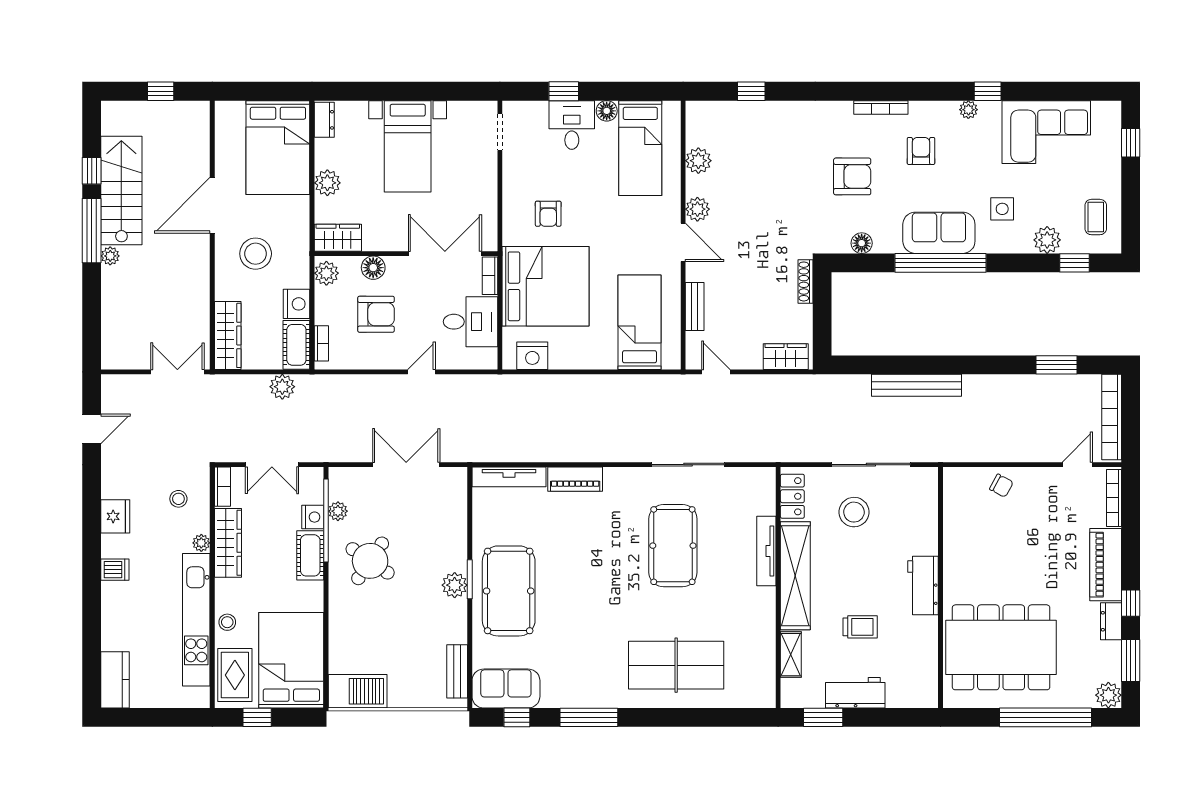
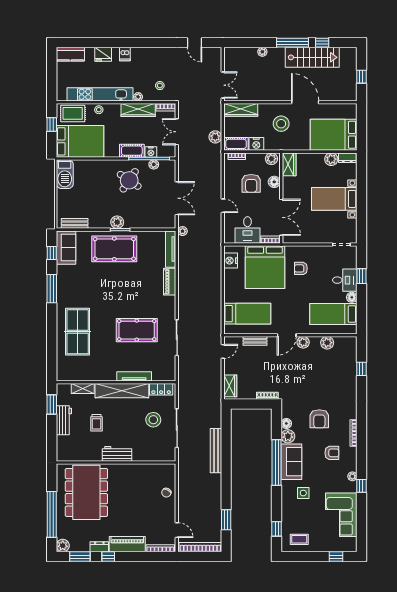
plant: (327, 183) -> (331, 159), moved
plant: (1047, 240) -> (288, 436), moved
plant: (110, 256) -> (262, 52), moved
plant: (473, 453) -> (183, 231), added
fridge: (115, 516) -> (103, 54), moved

